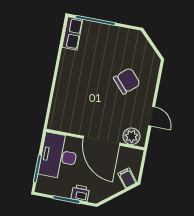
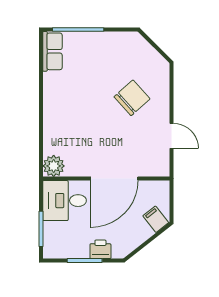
plant: (131, 136) -> (54, 166), moved
door: (101, 141) -> (114, 179), hinge flipped
desk: (59, 156) -> (65, 201), width x0.73

